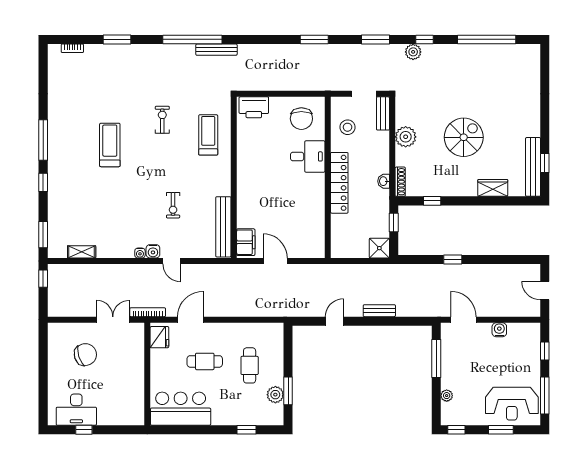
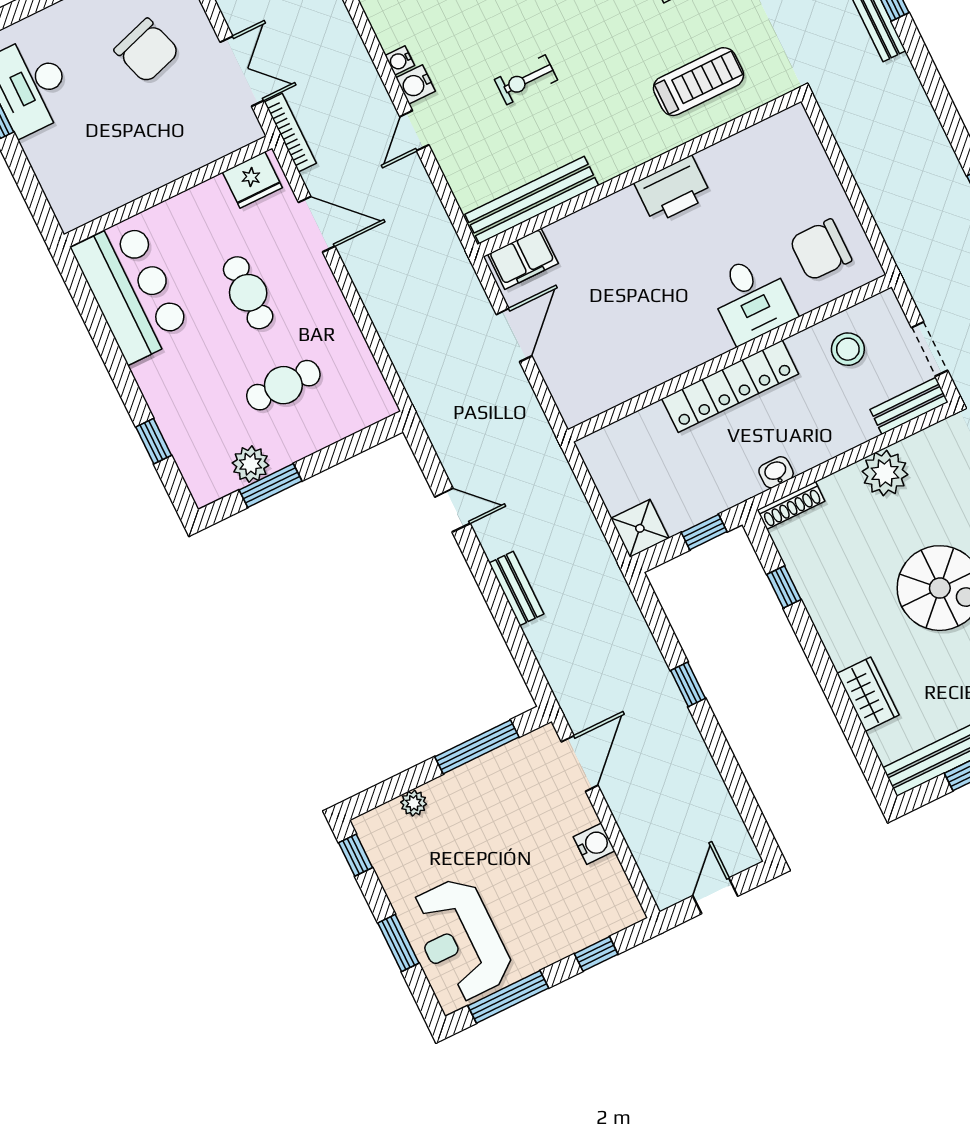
printer: (254, 107) -> (673, 190), moved, turned -90

